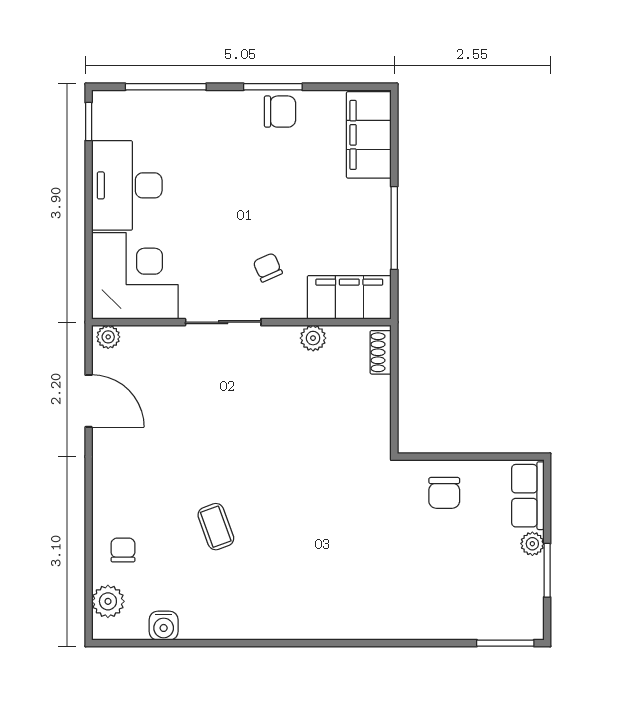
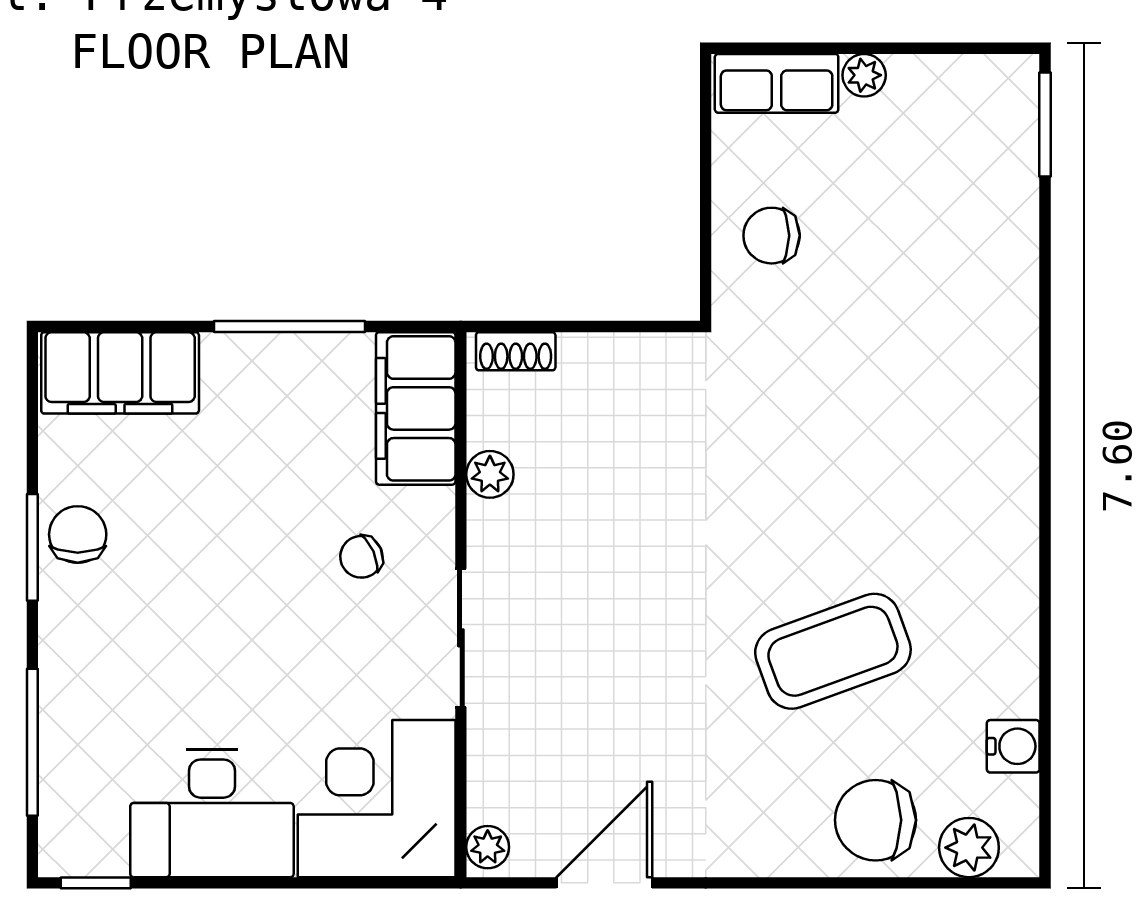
chair: (444, 493) -> (772, 236), turned 180
coffee table: (216, 527) -> (833, 651), width x1.86, depth x1.72
chair: (123, 550) -> (876, 820), width x1.87, depth x1.87
window: (547, 570) -> (913, 48), removed

